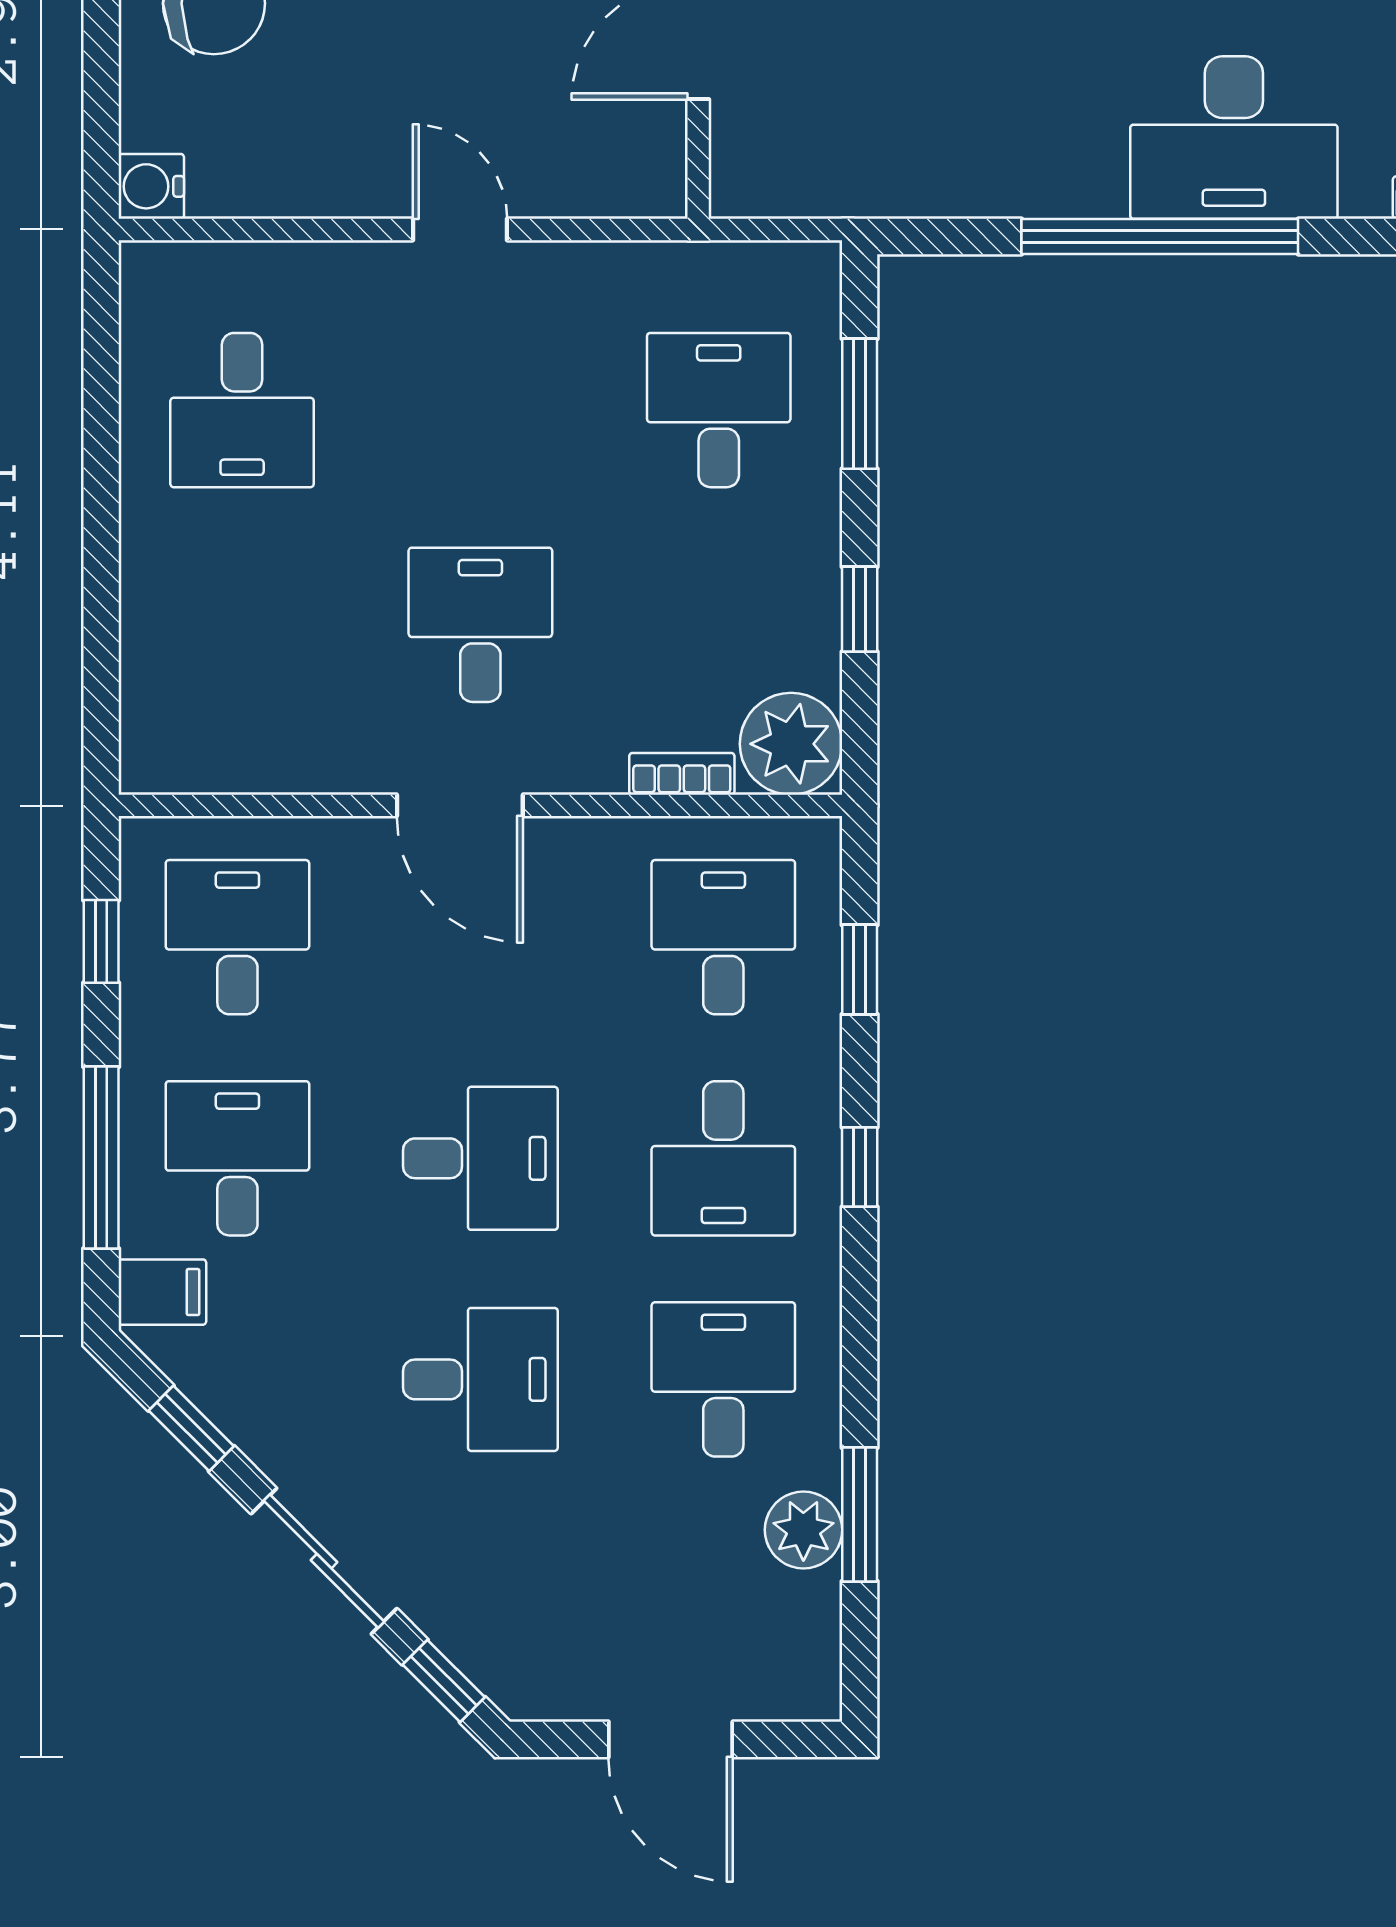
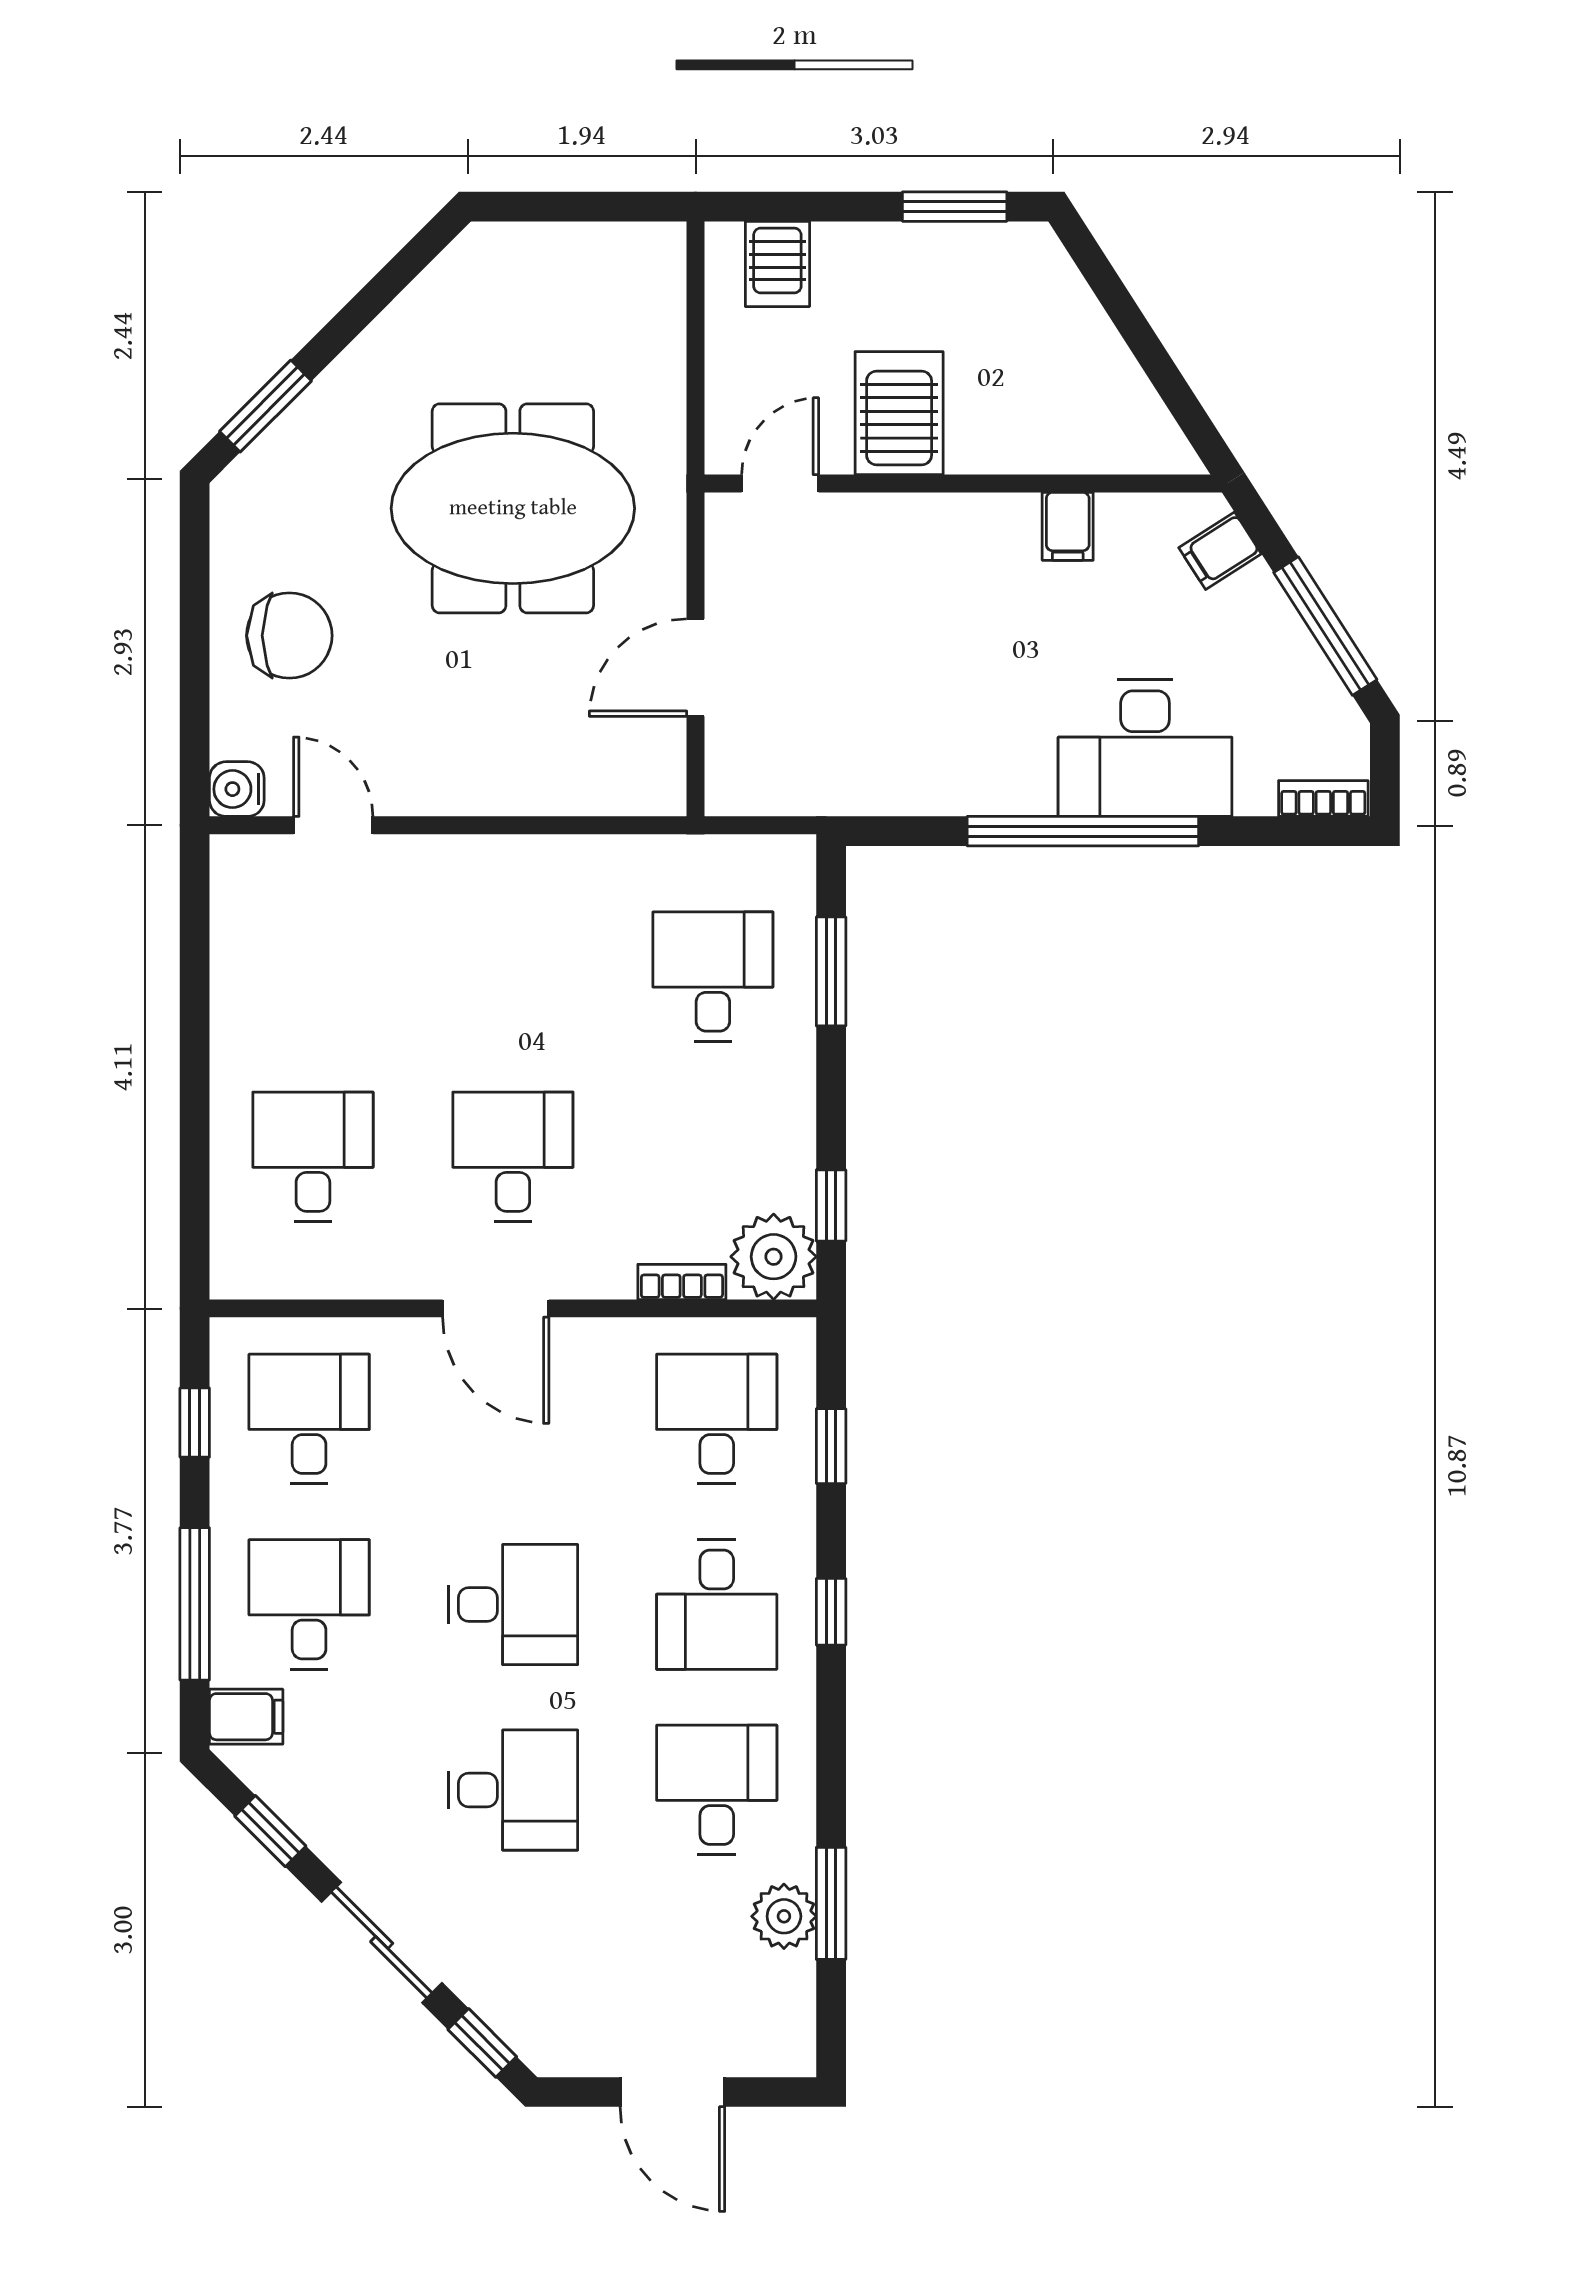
door: (460, 229) -> (333, 825), moved
desk: (242, 410) -> (313, 1157), moved, turned 180
window: (860, 609) -> (831, 1205), moved

